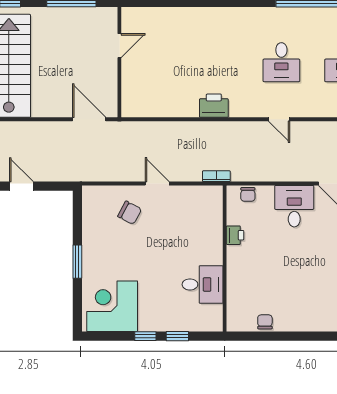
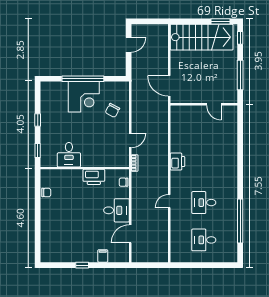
door: (89, 119) -> (169, 86), swing flipped
door: (157, 183) -> (130, 140), moved
printer: (235, 235) -> (94, 177), width x1.87, depth x1.48
window: (77, 262) -> (83, 79), width x2.11
corner desk: (112, 306) -> (84, 97), moved, turned 90
window: (177, 336) -> (38, 151), moved

